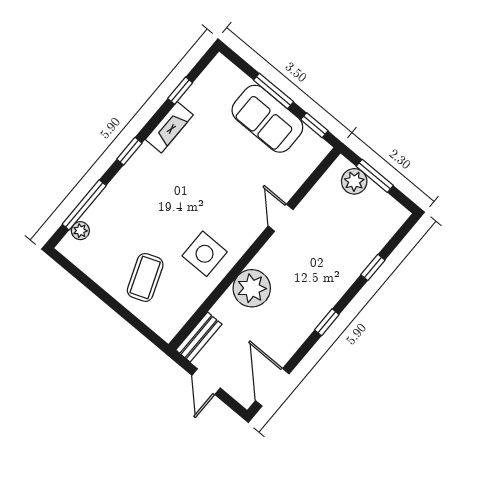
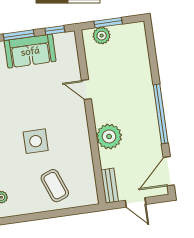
side table: (205, 254) -> (36, 141), moved
window: (373, 267) -> (154, 65), removed
window: (327, 322) -> (161, 114), width x3.17
door: (272, 387) -> (169, 171), hinge flipped

